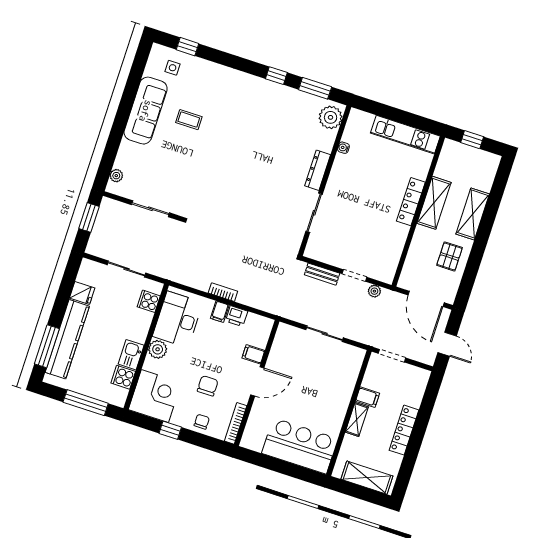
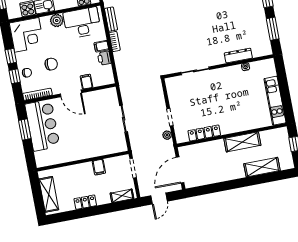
plant: (331, 117) -> (260, 48), removed
dresser: (318, 170) -> (238, 56), moved
locker: (411, 202) -> (204, 133), moved
shelving: (473, 214) -> (262, 167), moved
pallet: (450, 256) -> (214, 170), removed
bench: (322, 274) -> (111, 19), moved
shelving: (357, 420) -> (122, 196), moved
locker: (404, 430) -> (85, 202), width x0.66
window: (198, 439) -> (15, 76), added
bar counter: (300, 446) -> (42, 125), moved
window: (270, 463) -> (25, 129), added

